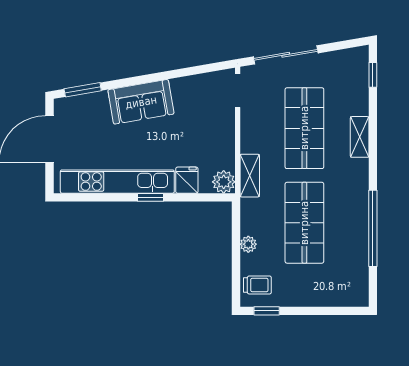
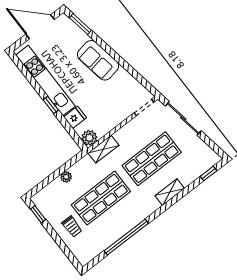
trolley: (257, 285) -> (72, 227), moved

